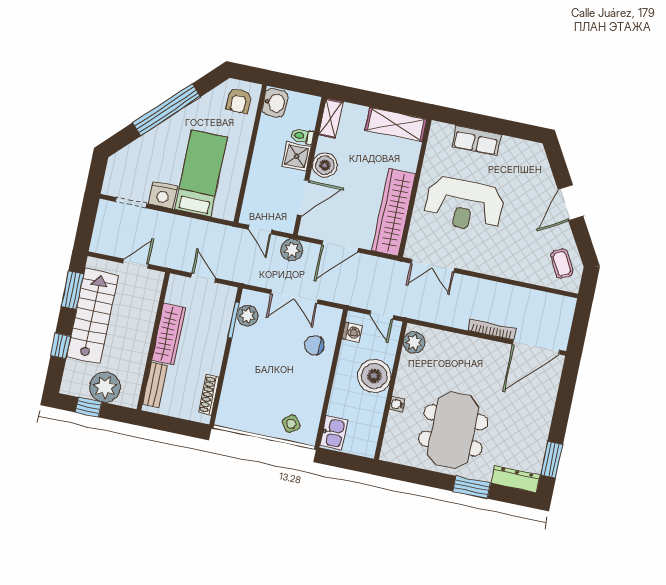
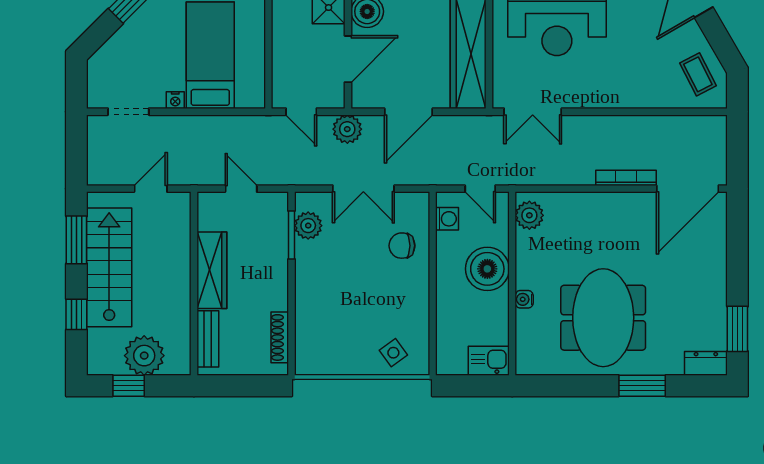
nightstand: (163, 195) -> (175, 100), width x0.53, depth x0.56
kitchen sink: (334, 433) -> (489, 361), moved, turned -90
dresser: (516, 479) -> (706, 363), width x0.70

